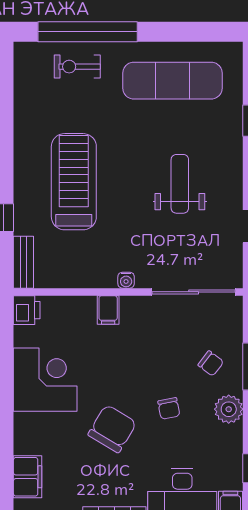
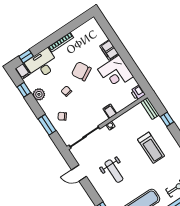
treadmill: (74, 182) -> (151, 148), width x0.73, depth x0.73
plant: (229, 409) -> (39, 94), moved
chair: (112, 429) -> (81, 71), turned 120
filing cabinet: (28, 477) -> (109, 50), moved

